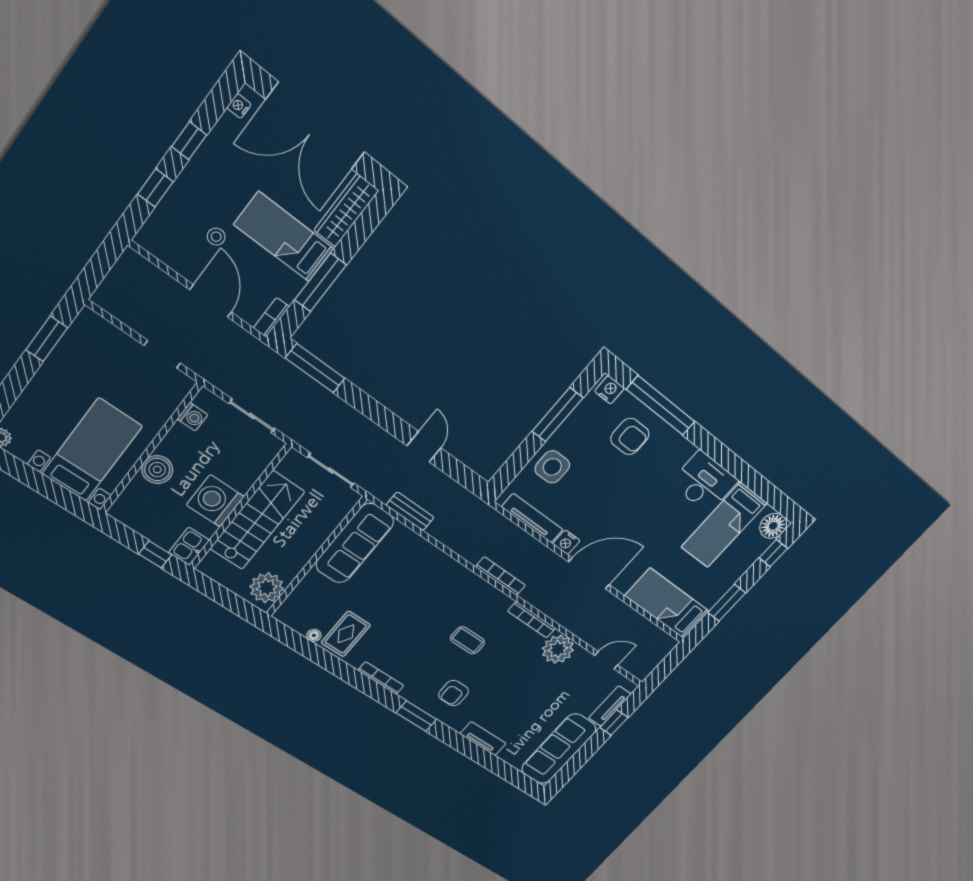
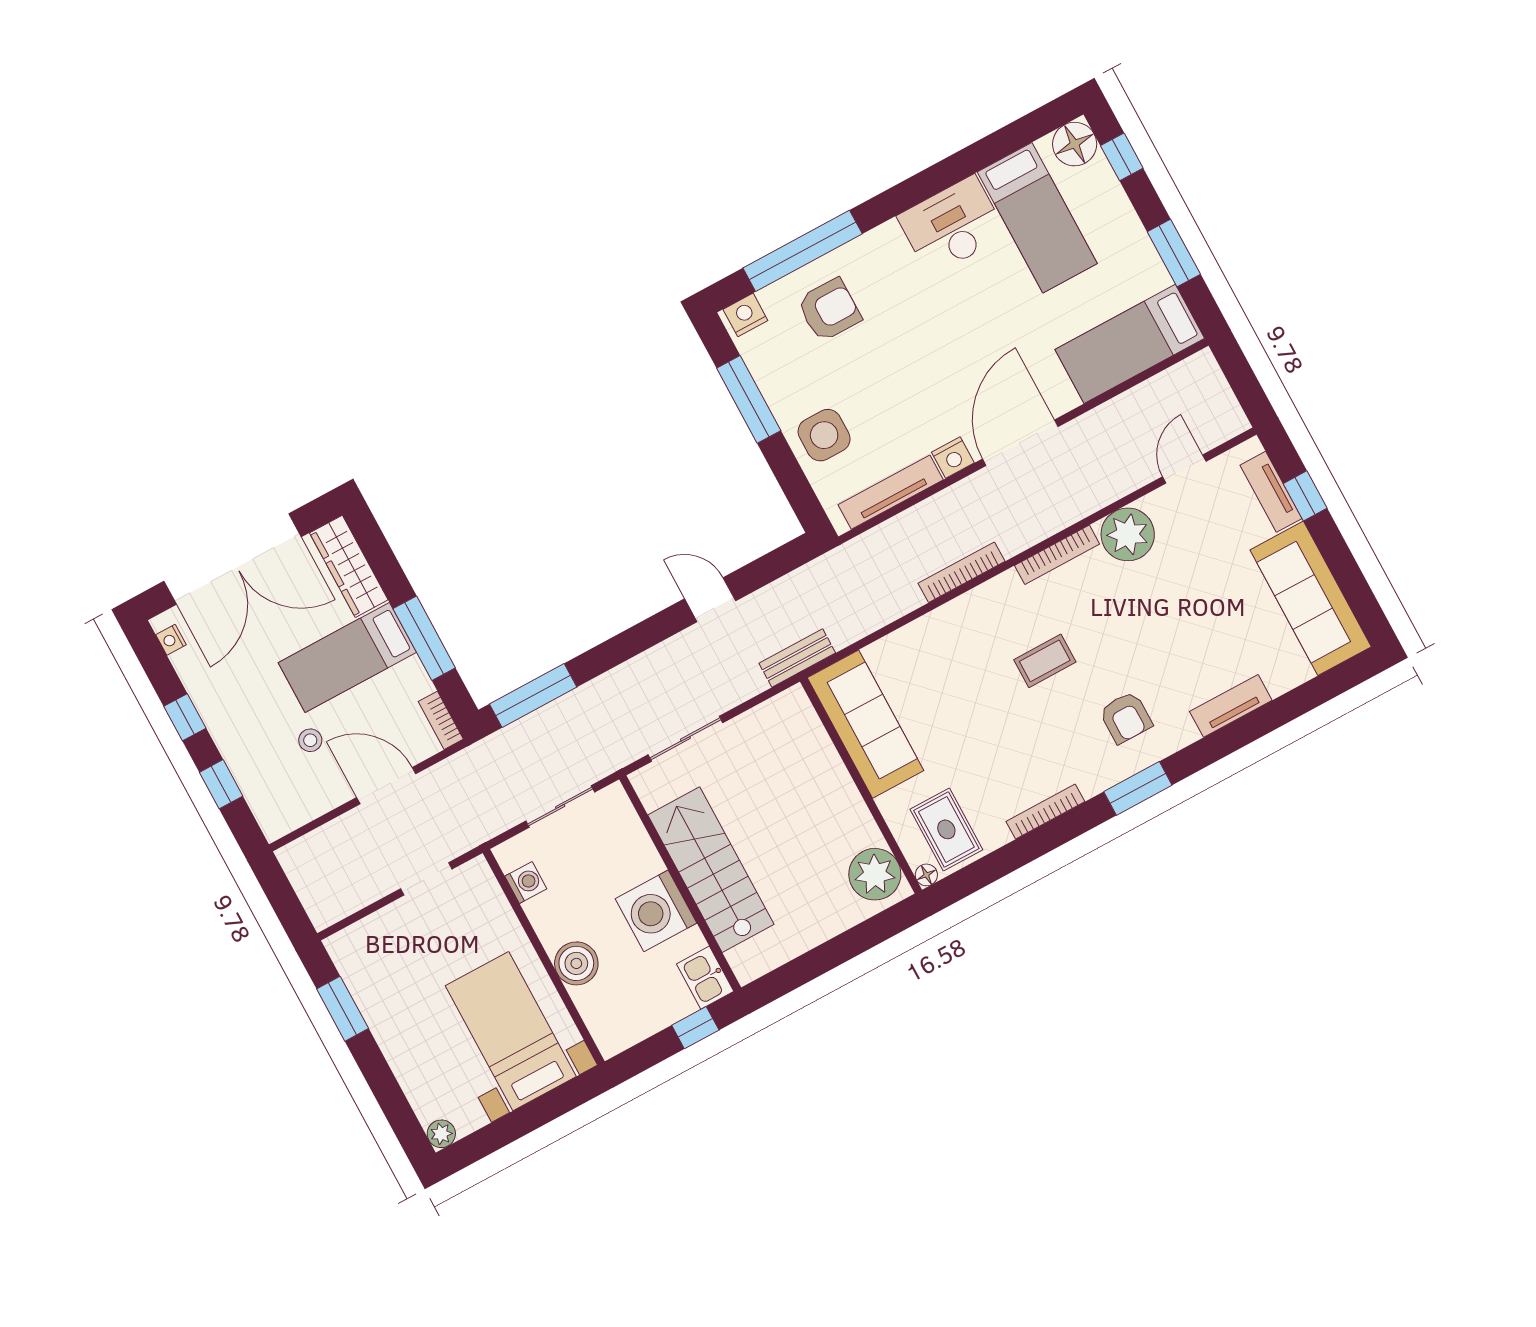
sofa: (355, 543) -> (866, 724), moved
wall: (316, 557) -> (861, 786), moved
plant: (267, 588) -> (875, 874), moved

